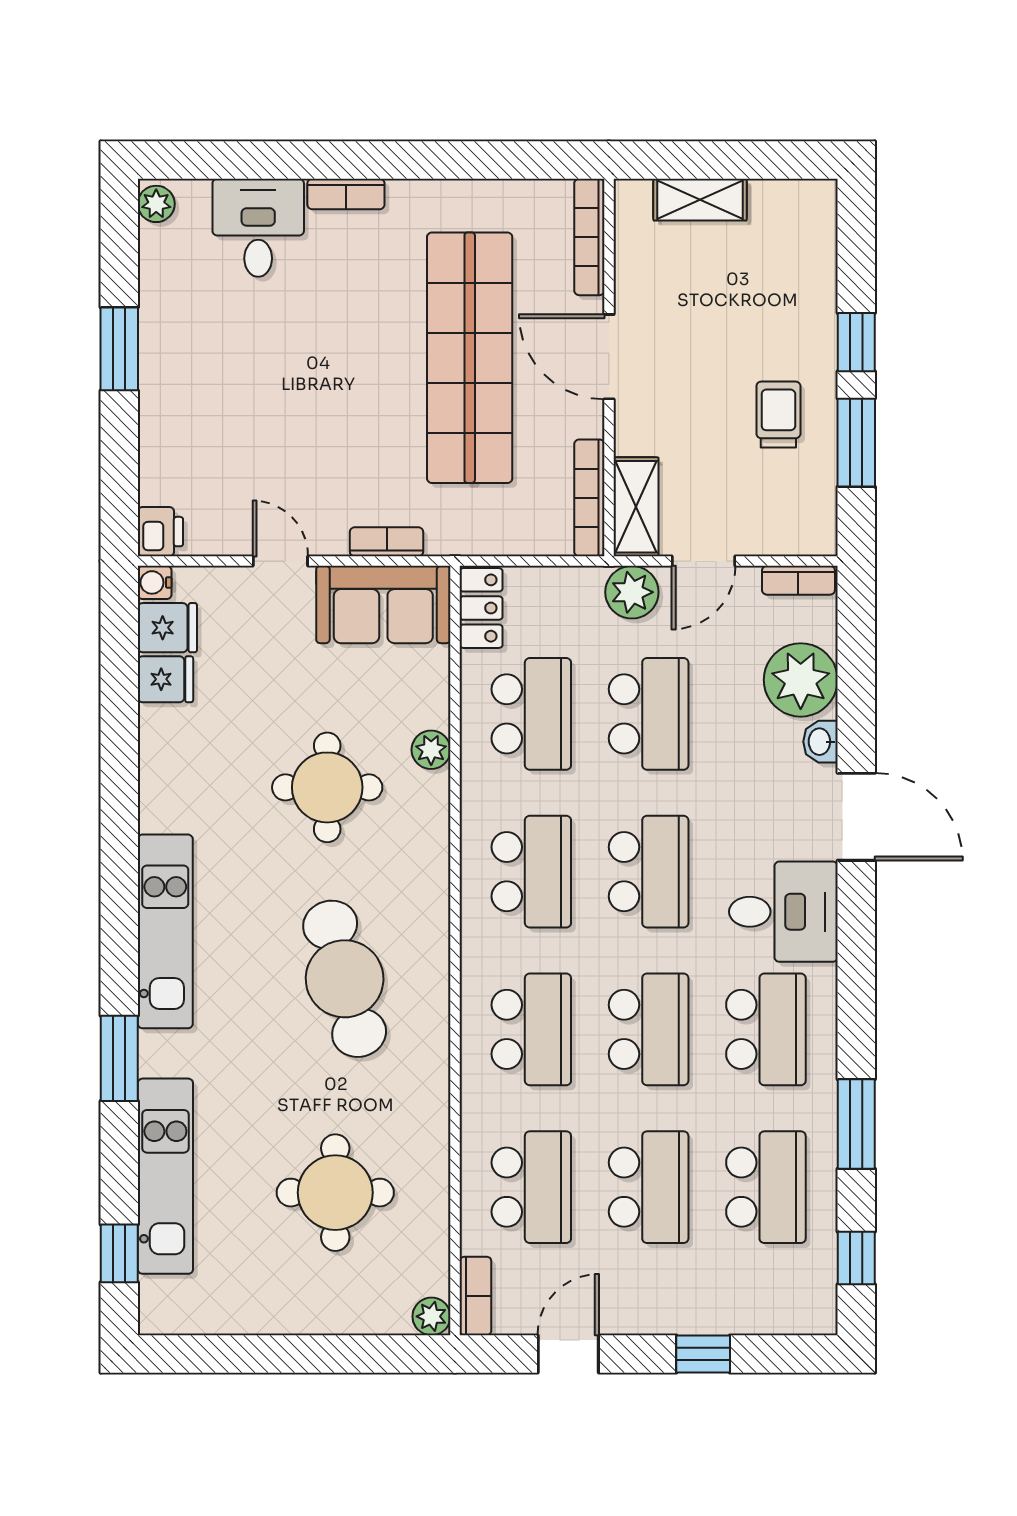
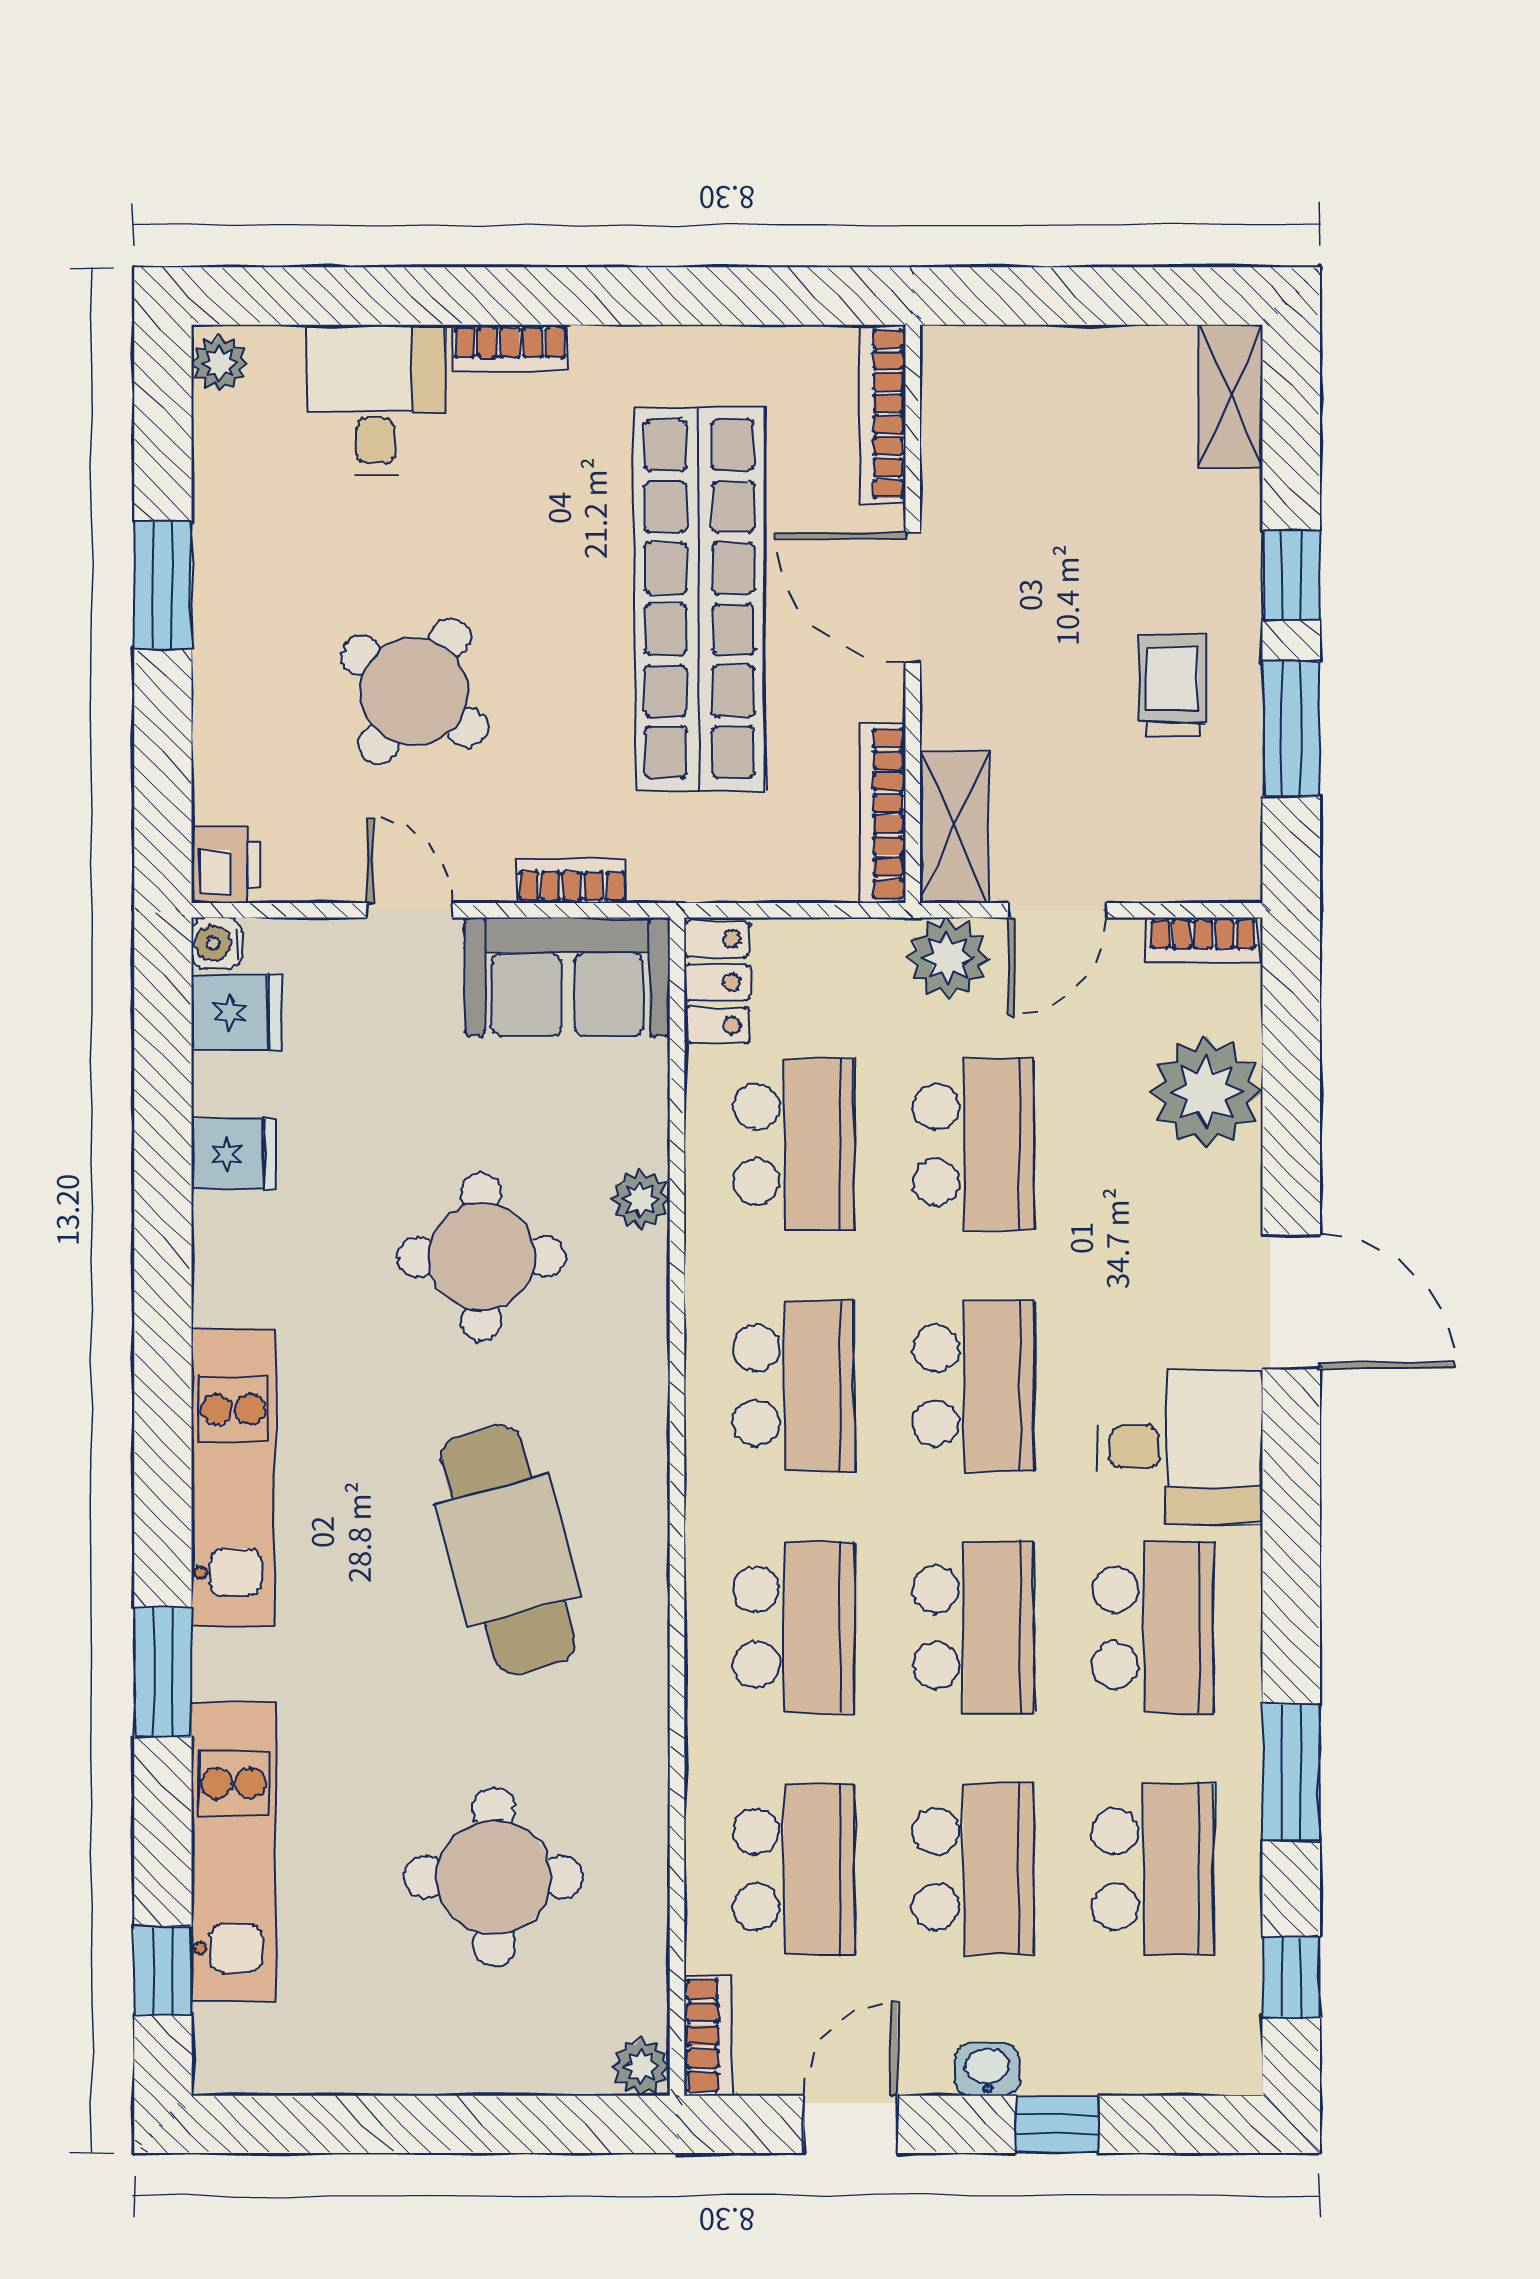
shelving: (700, 200) -> (1231, 396), moved, turned 90
round table: (283, 418) -> (414, 691), added
fridge: (165, 679) -> (234, 1154), moved
washbasin: (820, 742) -> (987, 2070), moved, turned 90

